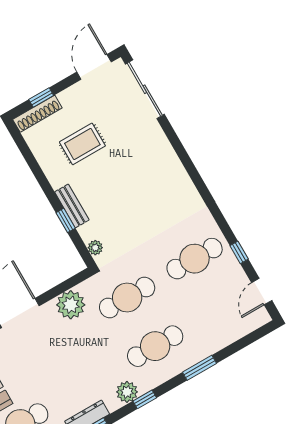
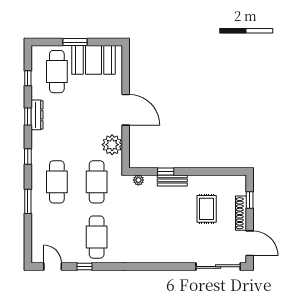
shoe rack: (37, 114) -> (241, 213), moved
plant: (127, 392) -> (39, 148), removed

